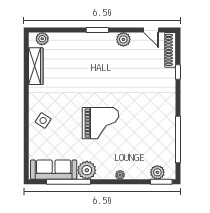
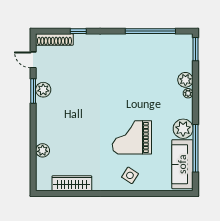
window: (97, 30) -> (33, 91), moved
door: (151, 30) -> (33, 60), swing flipped
plant: (42, 39) -> (43, 150), moved
grand piano: (100, 123) -> (132, 137), moved, turned -90
plant: (157, 172) -> (185, 80), moved

